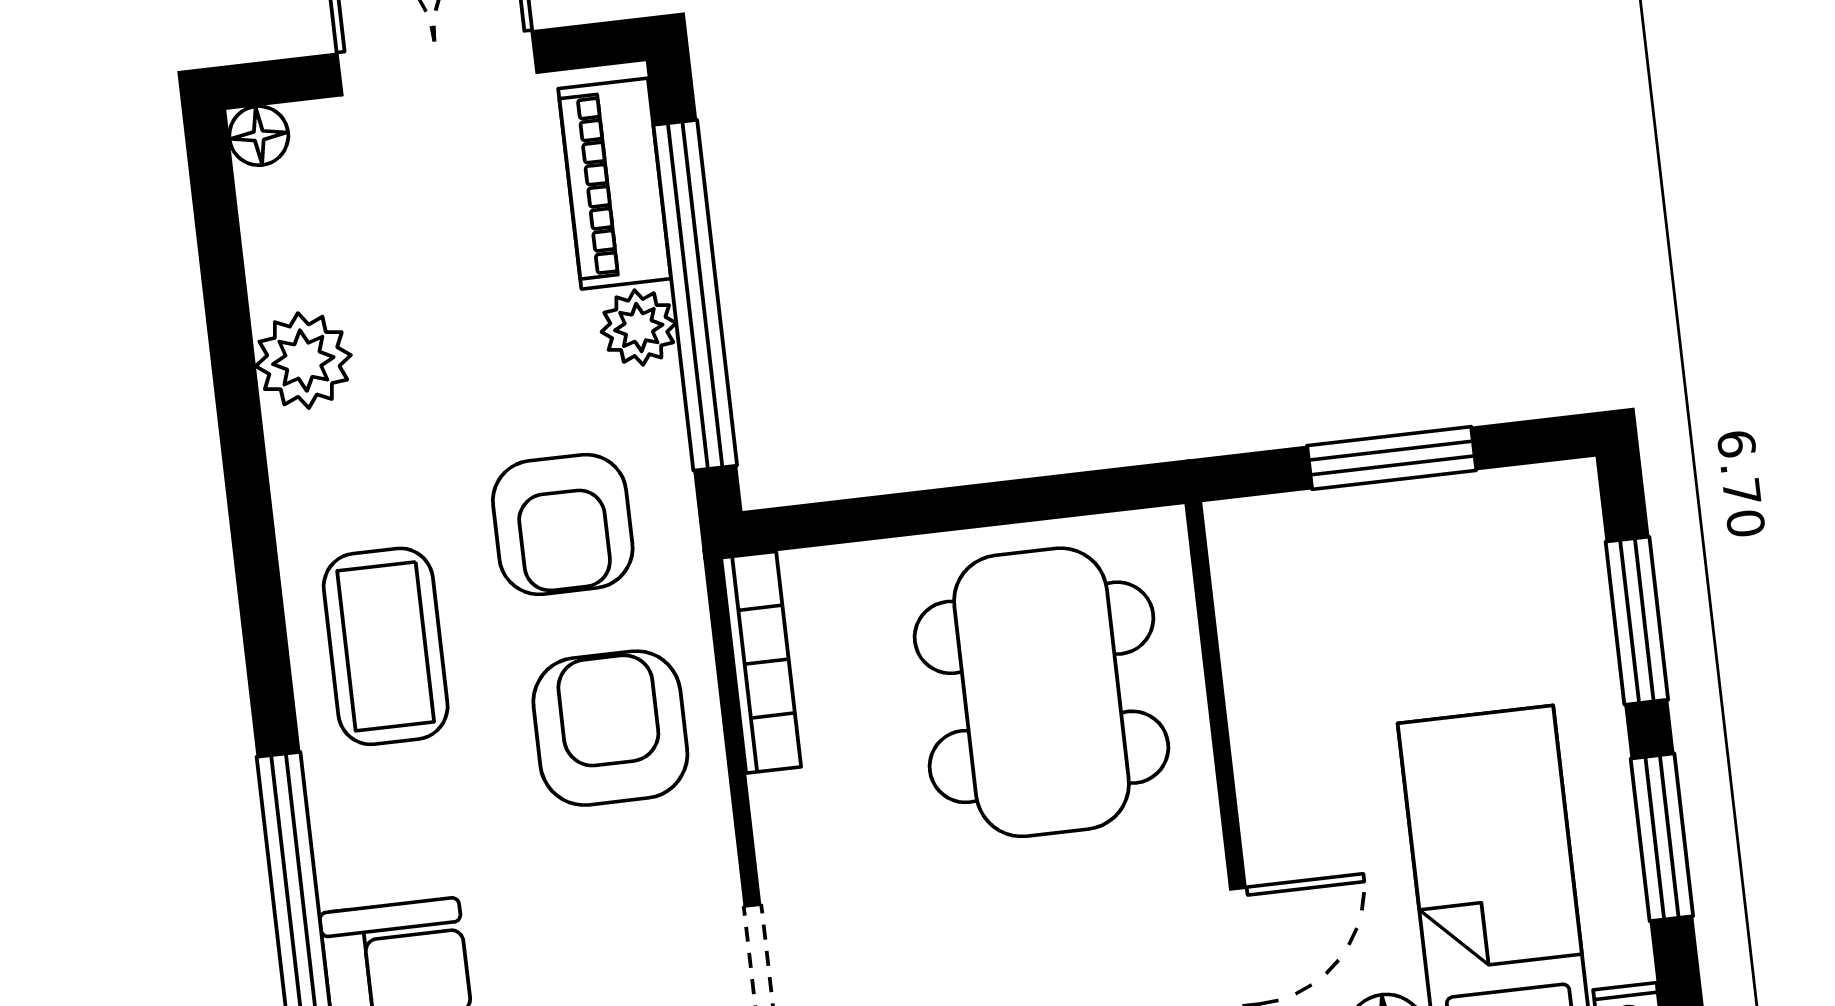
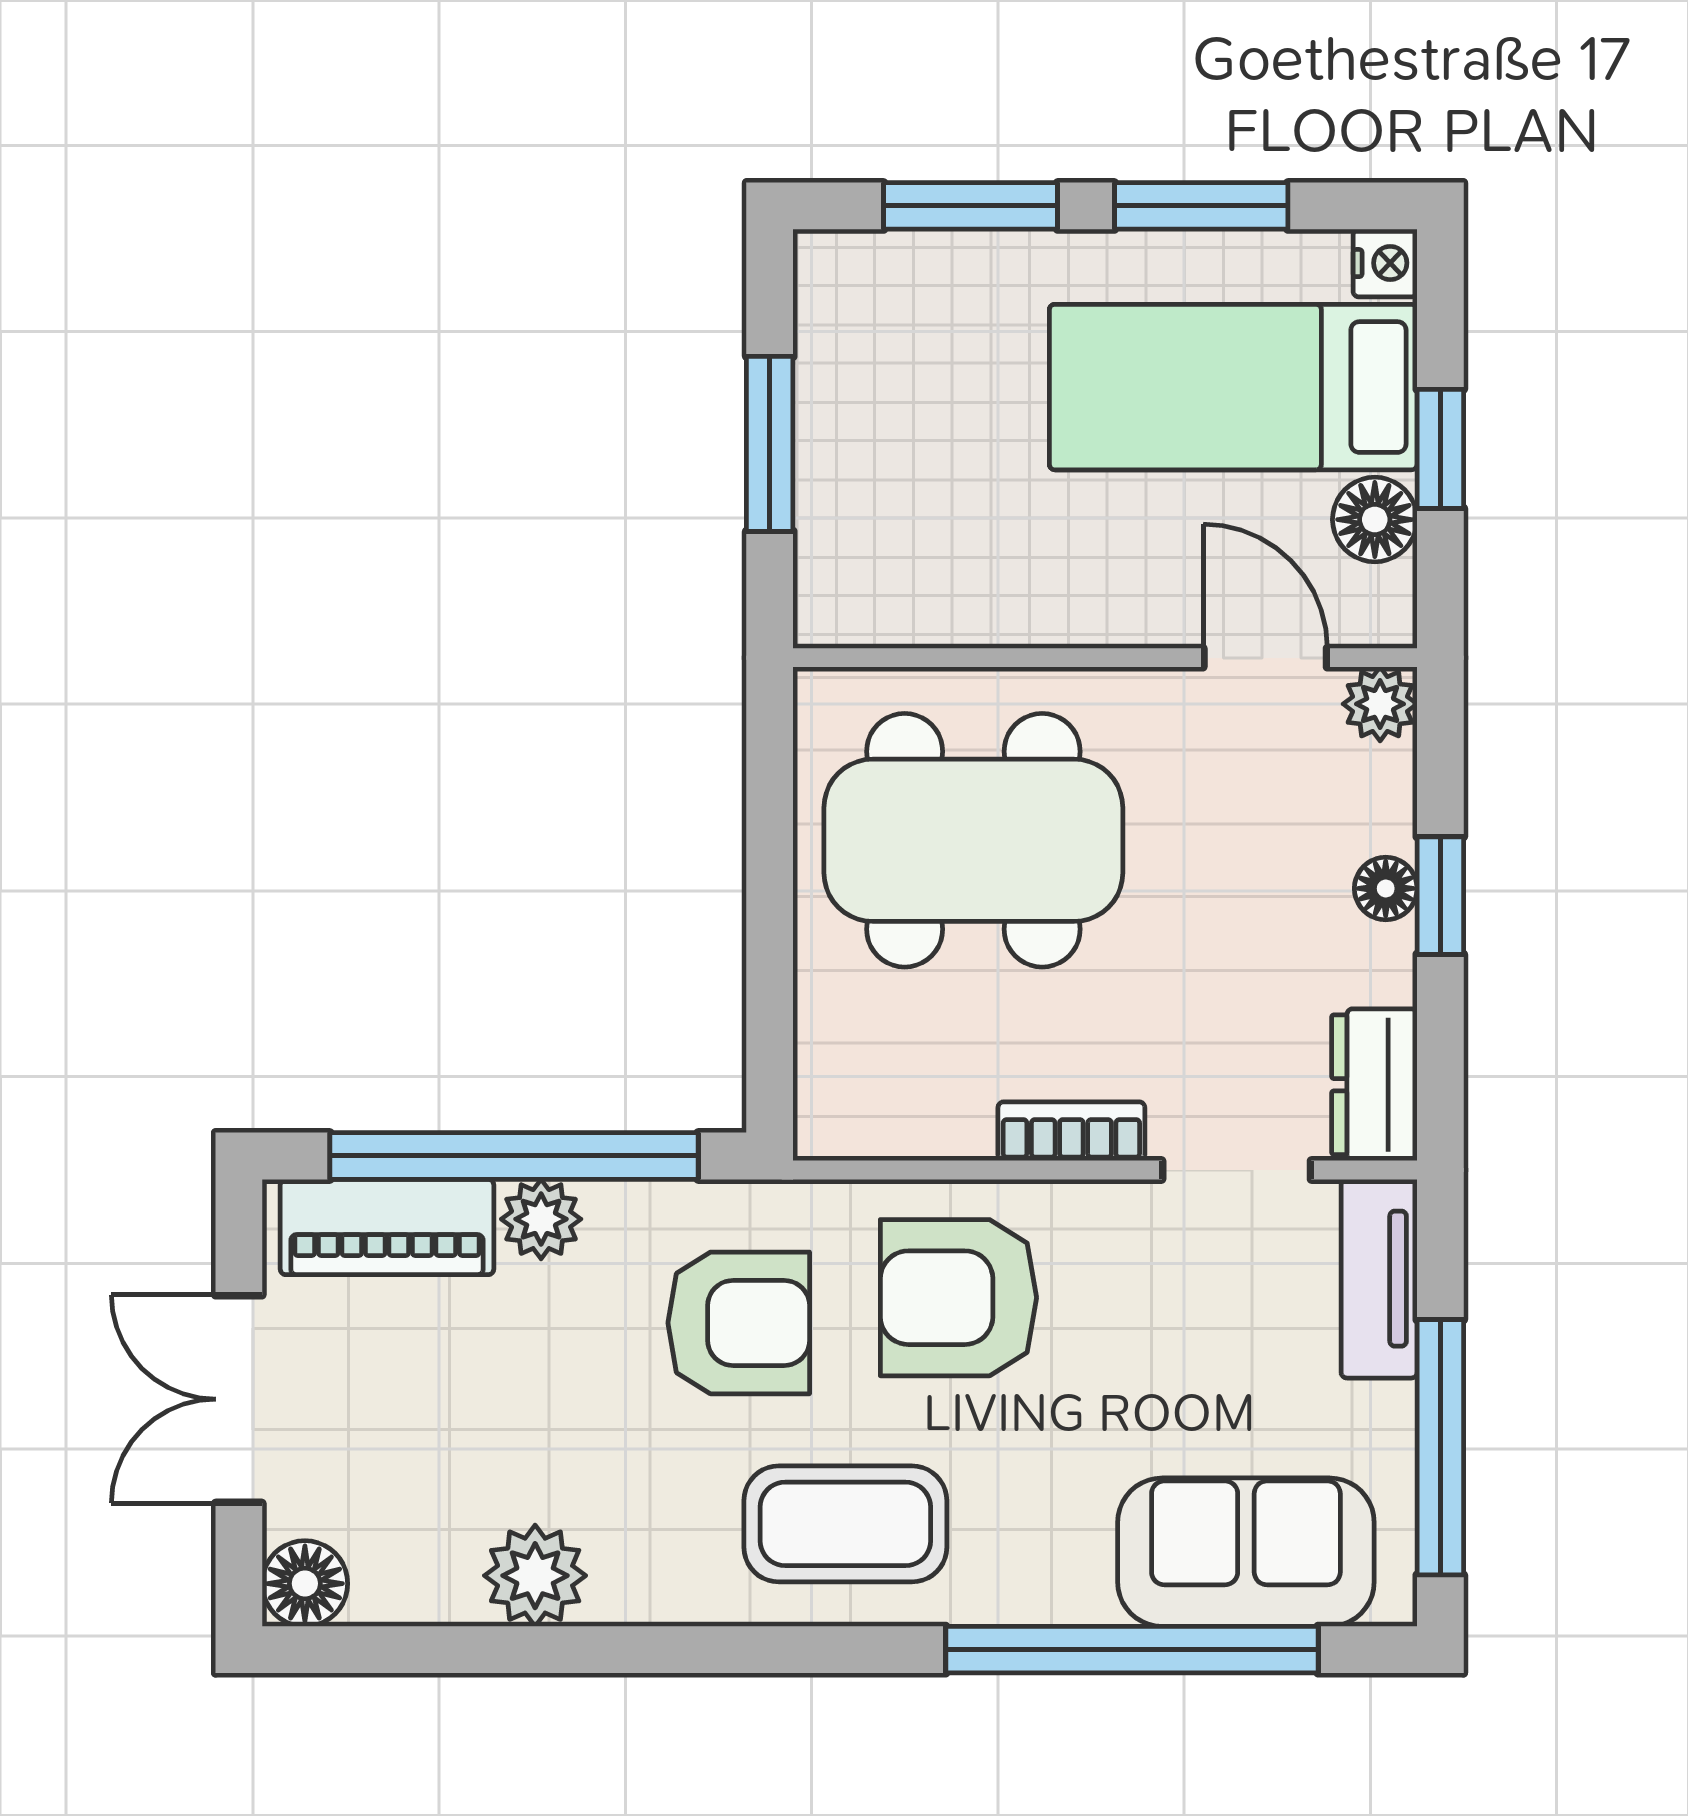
floor lamp: (259, 136) -> (305, 1584), width x1.37, depth x1.37
bookcase: (761, 662) -> (1071, 1131), moved, width x0.64

